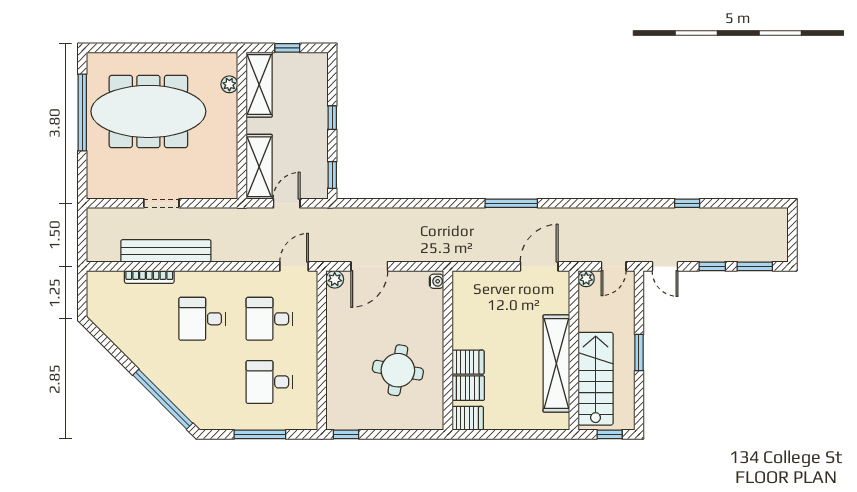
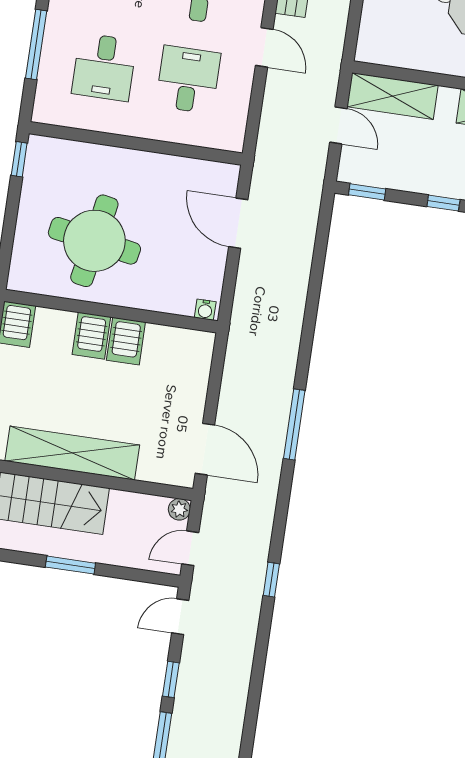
window: (687, 203) -> (271, 580), moved
door: (294, 266) -> (264, 47), moved
door: (614, 266) -> (190, 548), hinge flipped
plant: (335, 279) -> (228, 175), removed
round table: (398, 370) -> (94, 241), width x1.36, depth x1.36
desk: (269, 382) -> (104, 67), turned 180
server rack: (468, 388) -> (126, 341), moved

